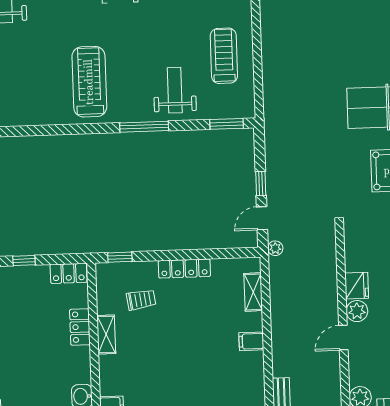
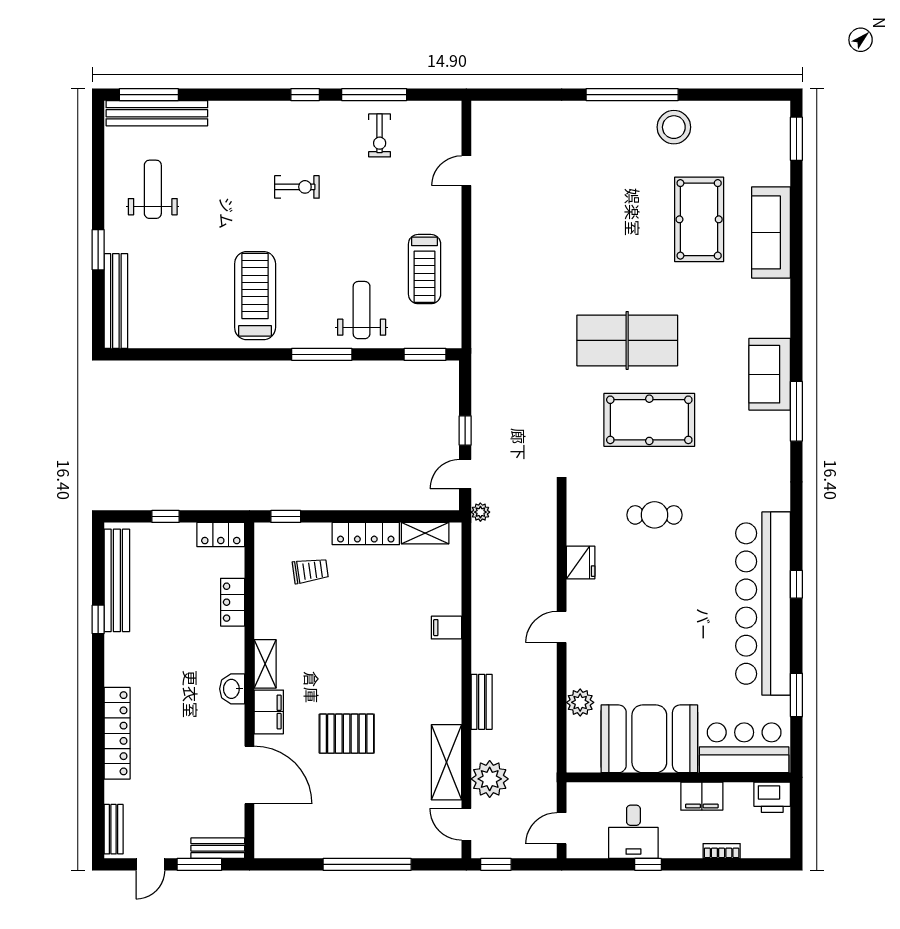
treadmill: (224, 56) -> (425, 269), turned 180
shelving: (253, 292) -> (425, 533), moved, turned 90
plant: (357, 311) -> (580, 594), removed
shelving: (106, 334) -> (265, 664), moved

